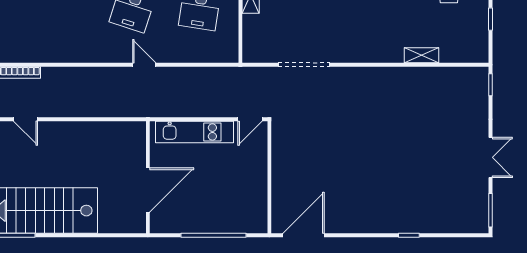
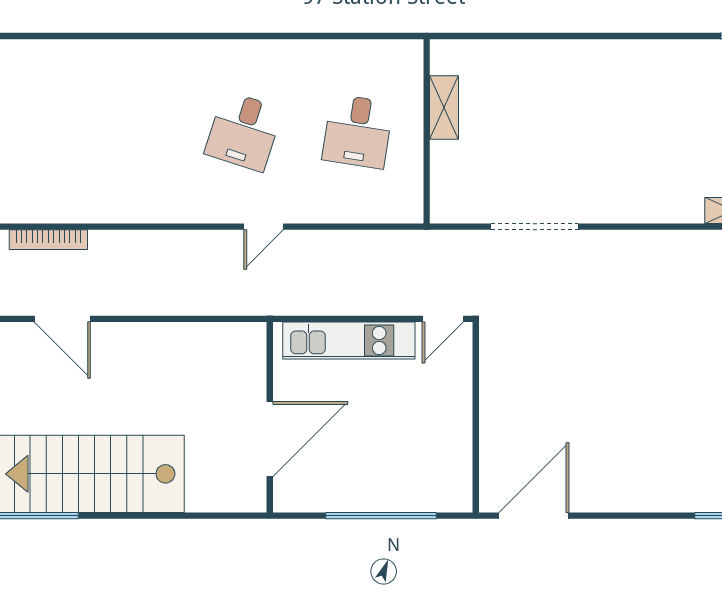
door: (144, 65) -> (264, 227), swing flipped
door: (26, 119) -> (62, 319), width x1.38

